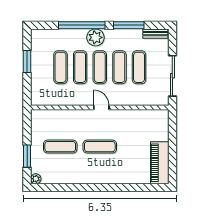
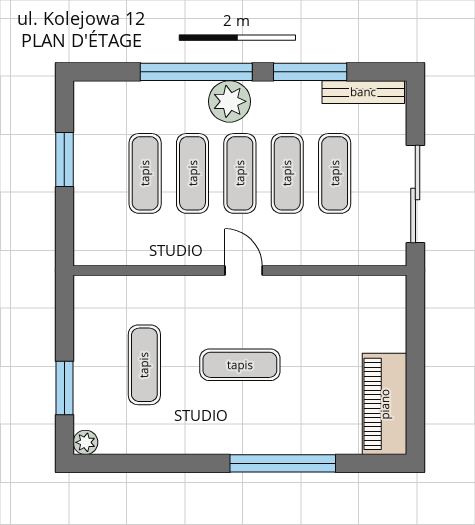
bench: (155, 34) -> (363, 92), width x1.36
exercise mat: (60, 147) -> (144, 365), turned 90
window: (118, 187) -> (283, 463), added

